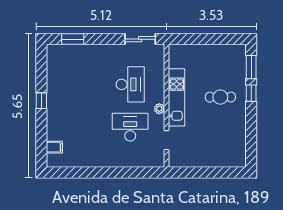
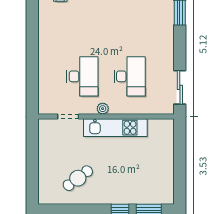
desk: (130, 84) -> (130, 76), turned -90
cafe table: (220, 97) -> (78, 178), moved, turned 53

